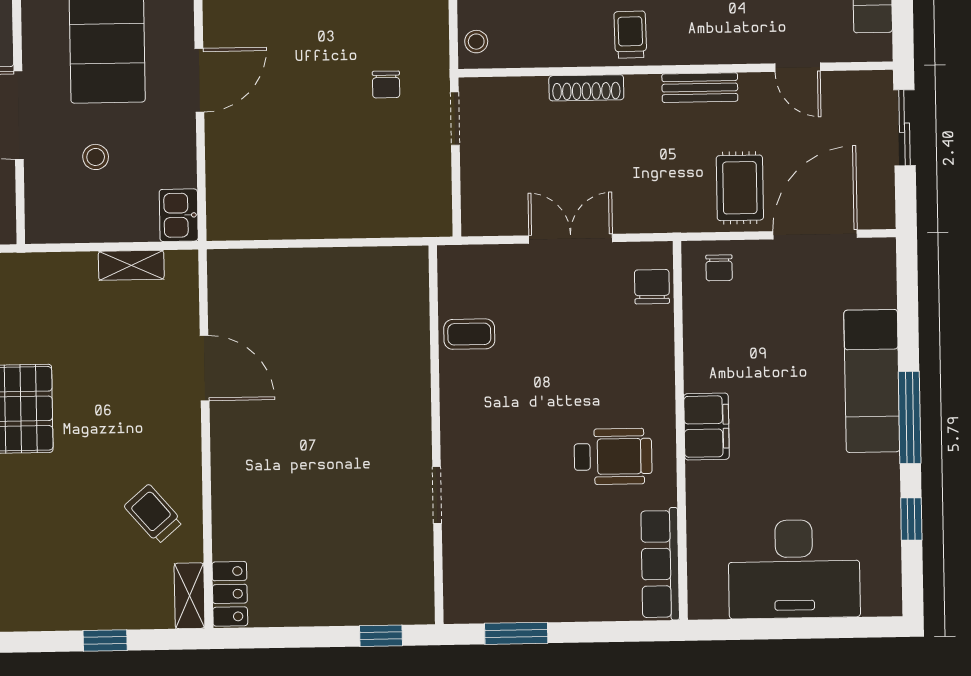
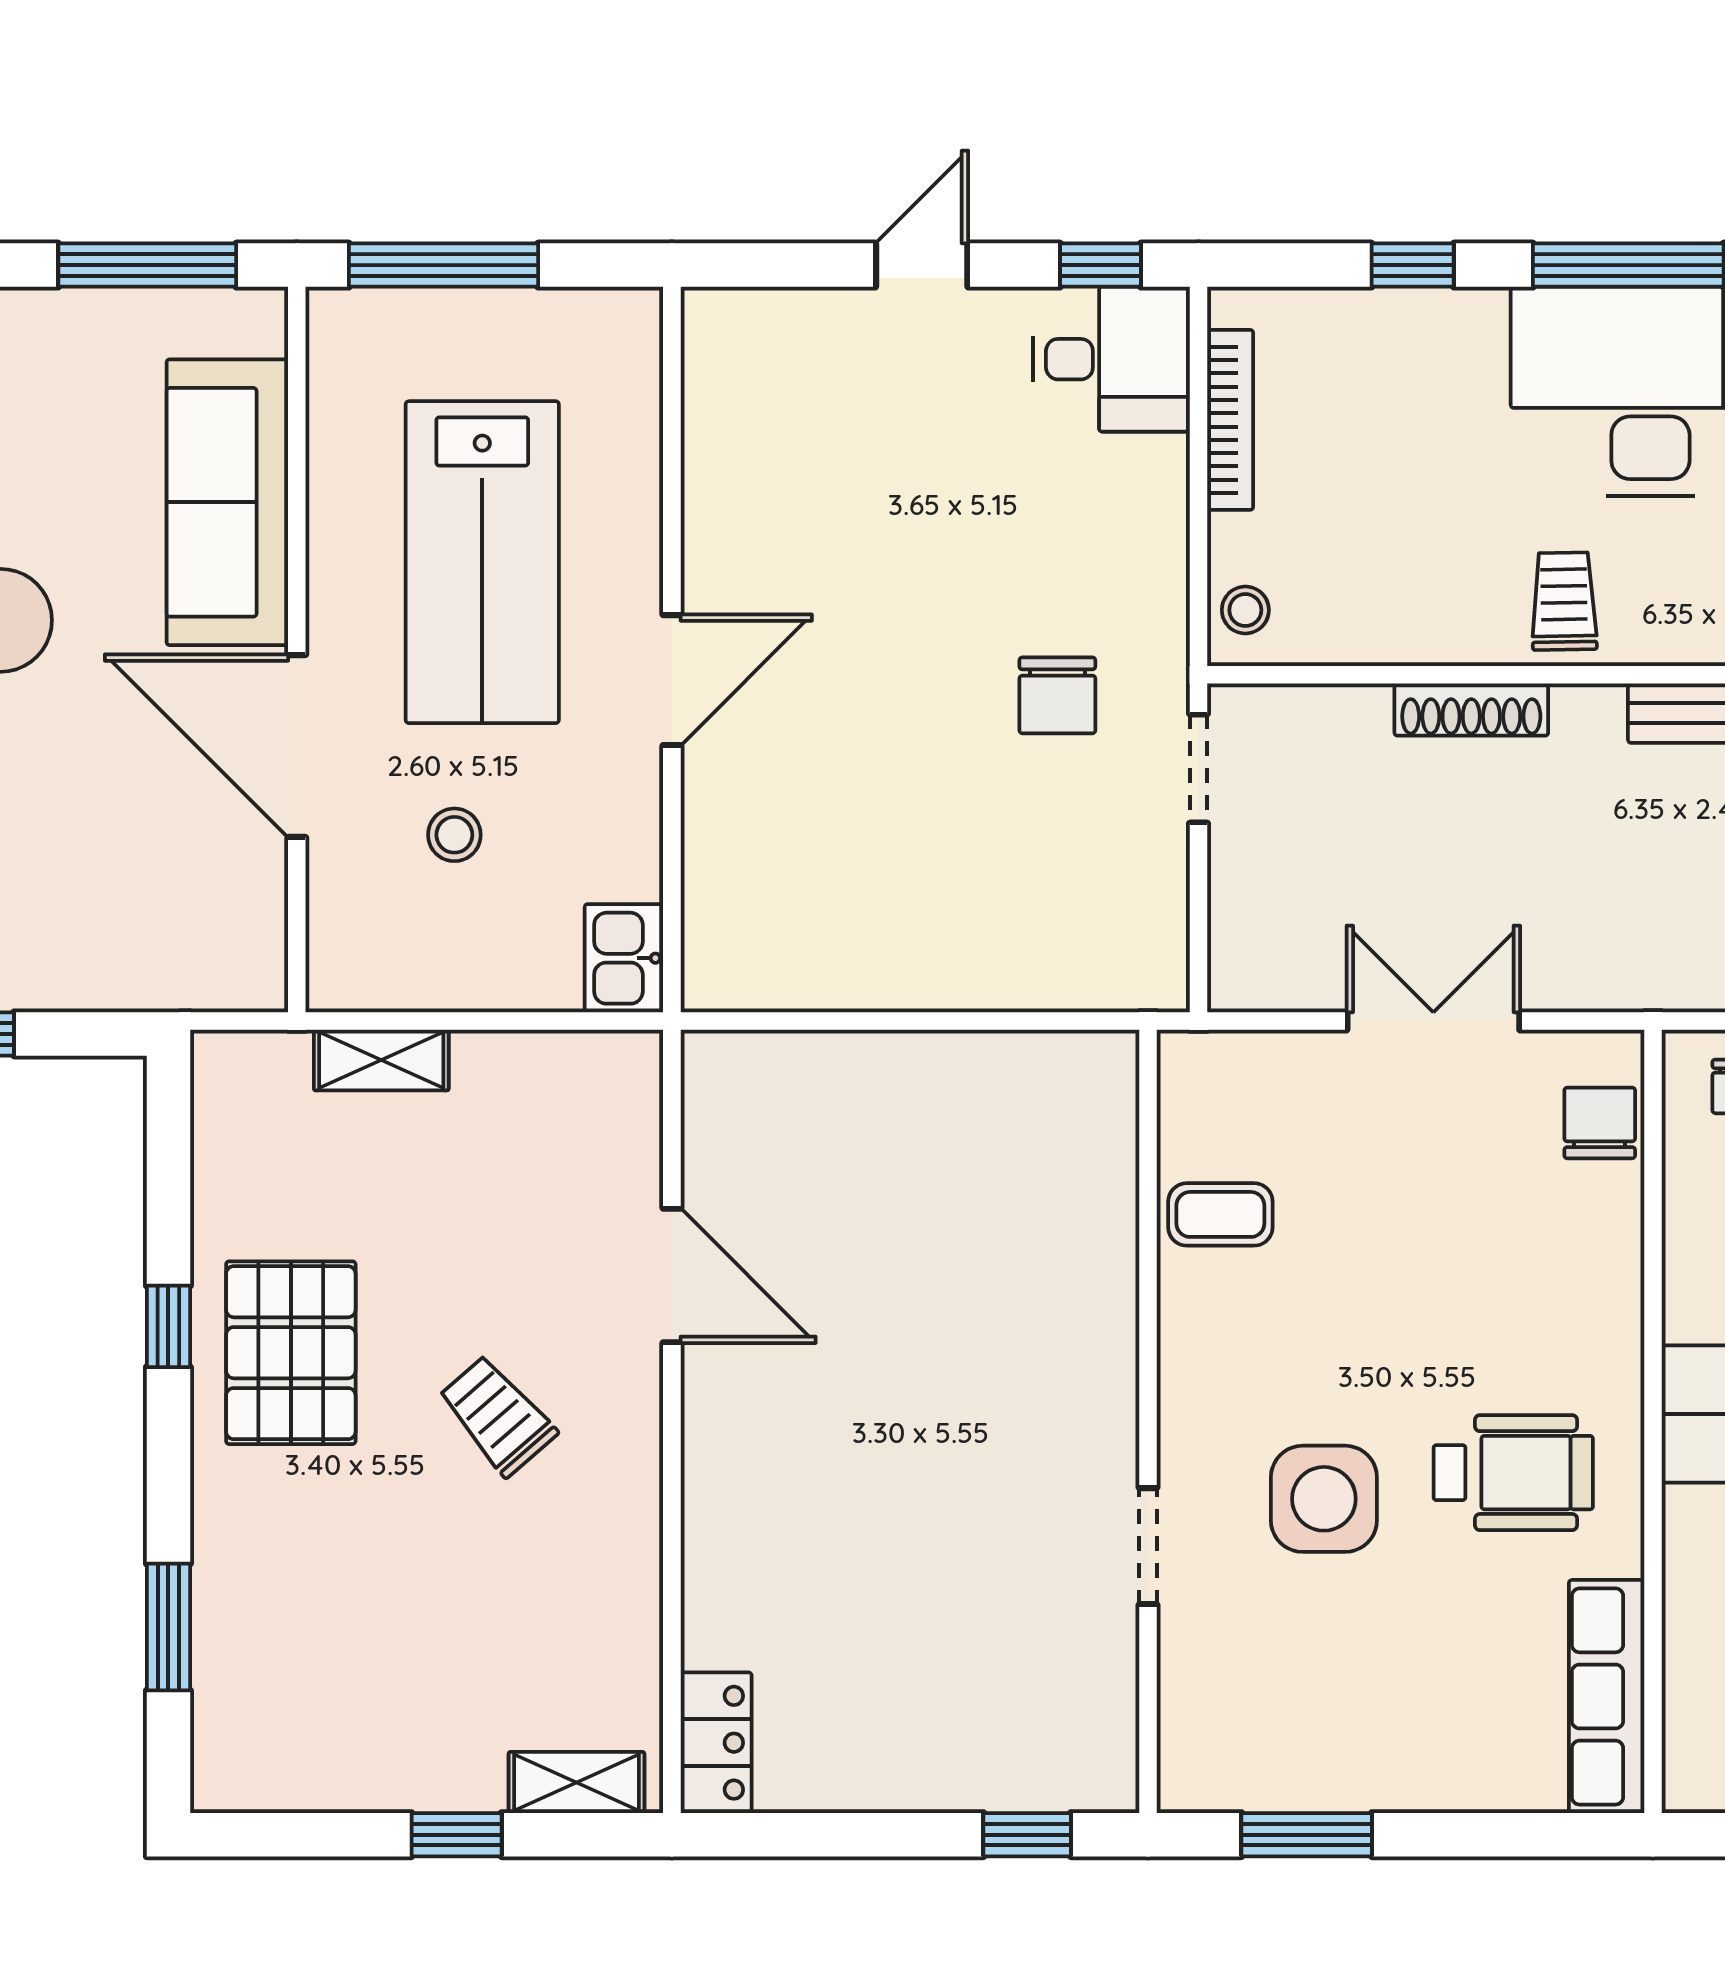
chair: (386, 84) -> (1057, 695), width x1.37, depth x1.37
shelving: (131, 265) -> (381, 1060), moved
side table: (522, 471) -> (1324, 1499), added
trolley: (153, 514) -> (497, 1416), moved
shelving: (190, 596) -> (576, 1782), moved, turned 90

